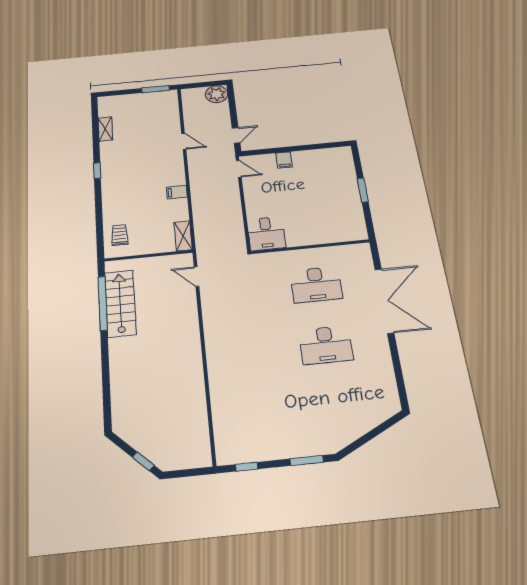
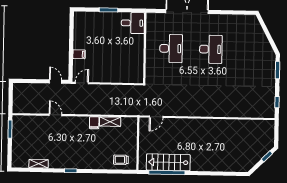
plant: (217, 94) -> (20, 90), removed
door: (184, 141) -> (55, 115), hinge flipped
desk: (266, 233) -> (133, 23), moved
shelving: (183, 236) -> (110, 122), moved

